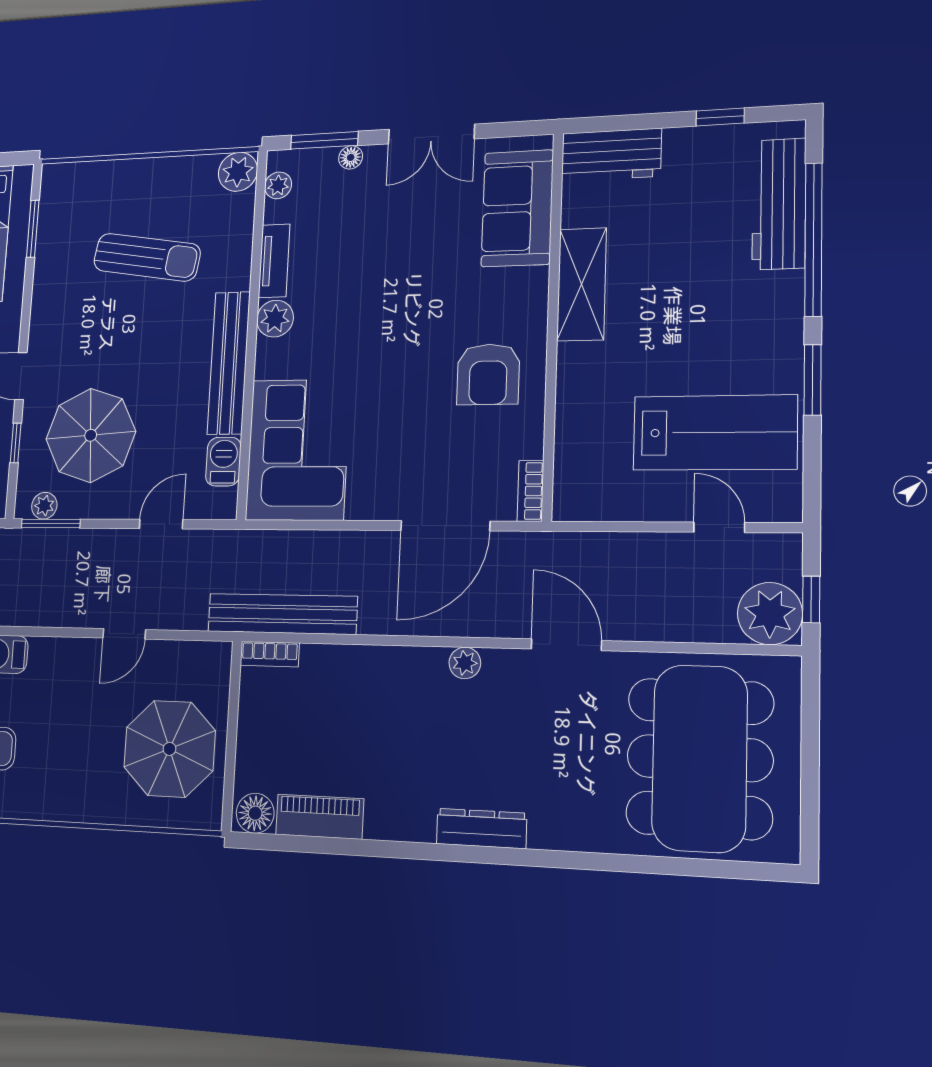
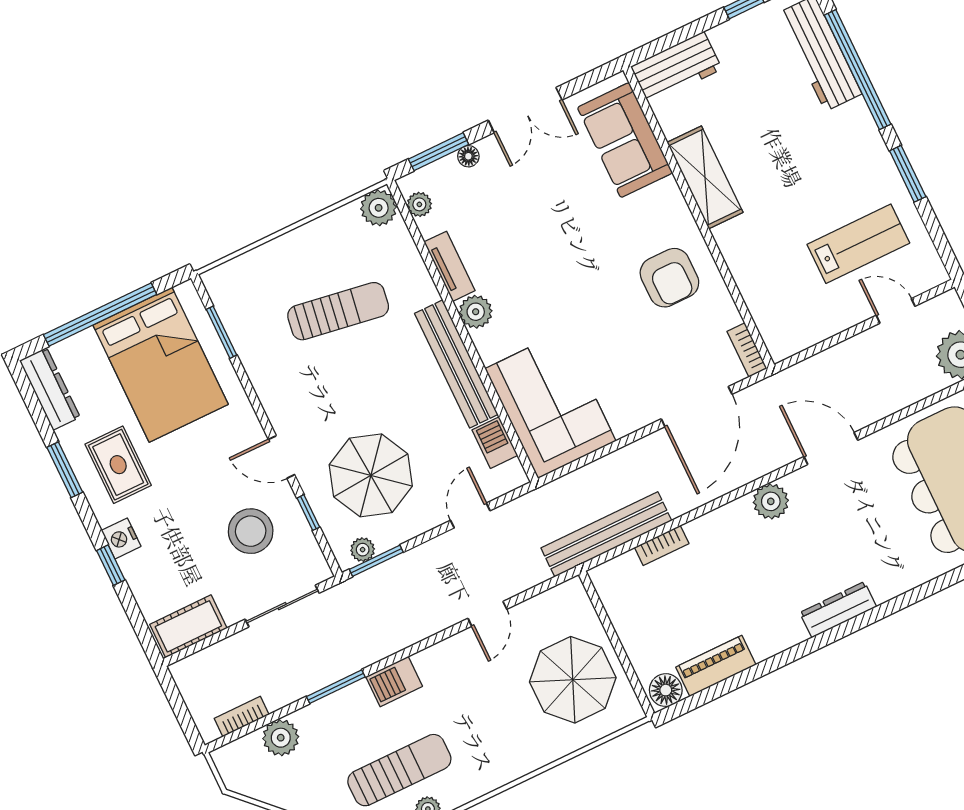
lab bench: (715, 433) -> (858, 244), width x0.73, depth x0.72
bookcase: (270, 654) -> (662, 545), moved
plant: (465, 663) -> (771, 501), width x1.38, depth x1.38

